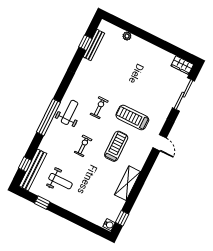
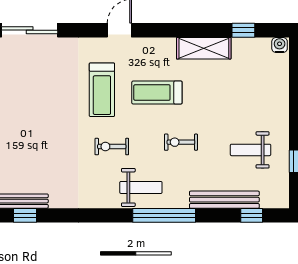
weight bench: (70, 112) -> (141, 187), turned 180
bench: (33, 170) -> (224, 200), moved
weight bench: (60, 181) -> (251, 150), turned -90
window: (122, 218) -> (243, 30), moved

